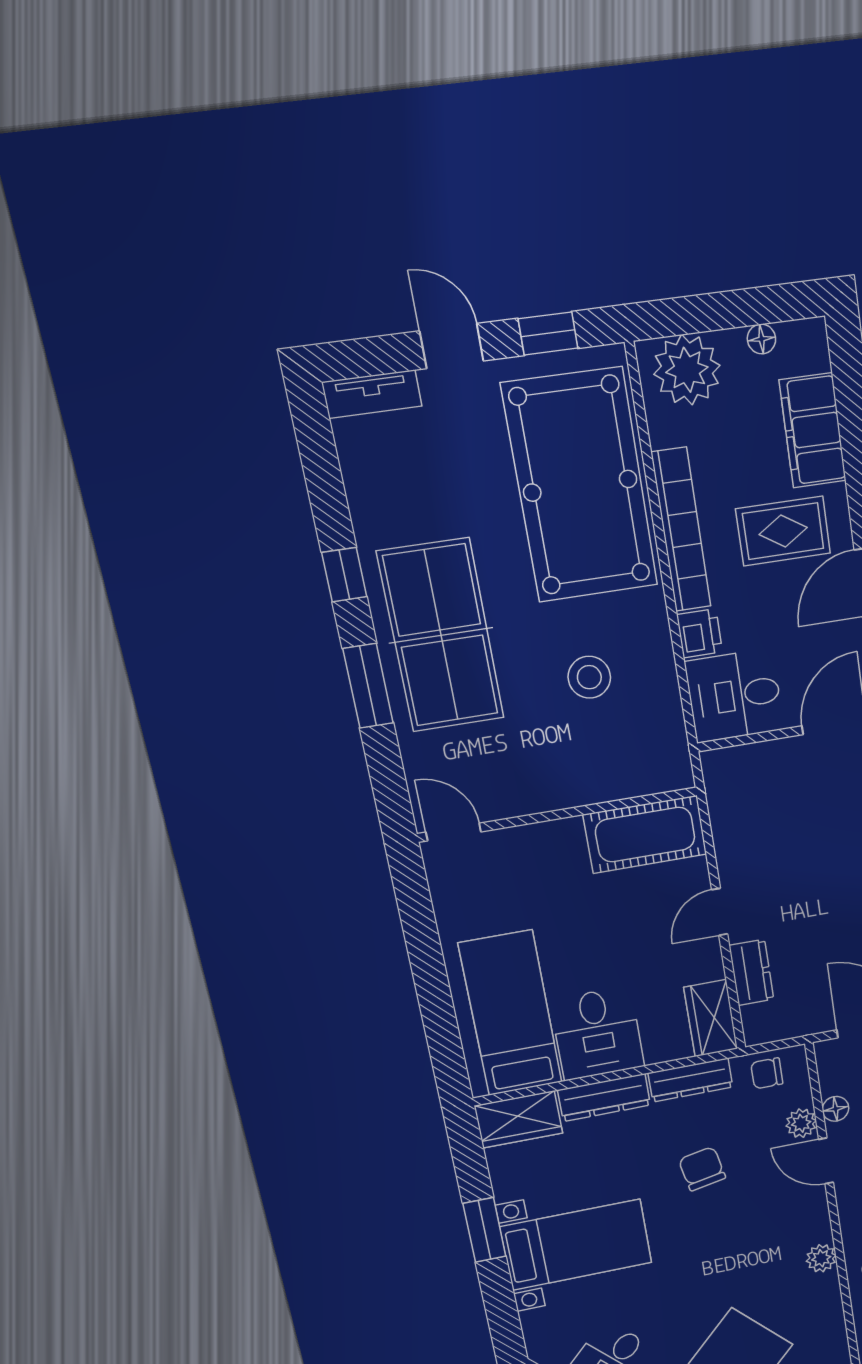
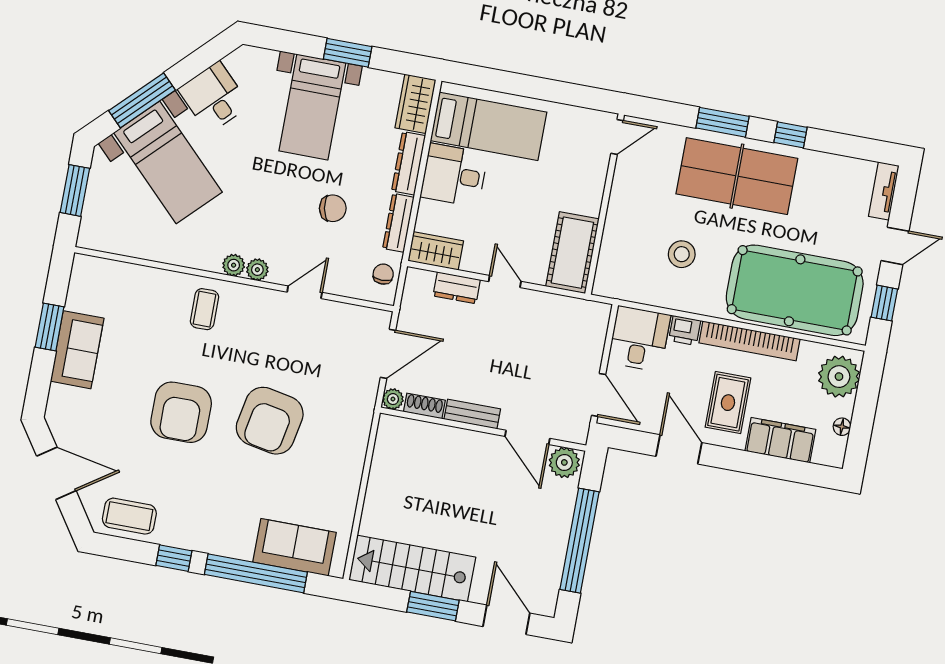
floor lamp: (835, 1109) -> (340, 311), removed
plant: (801, 1123) -> (257, 270), moved

